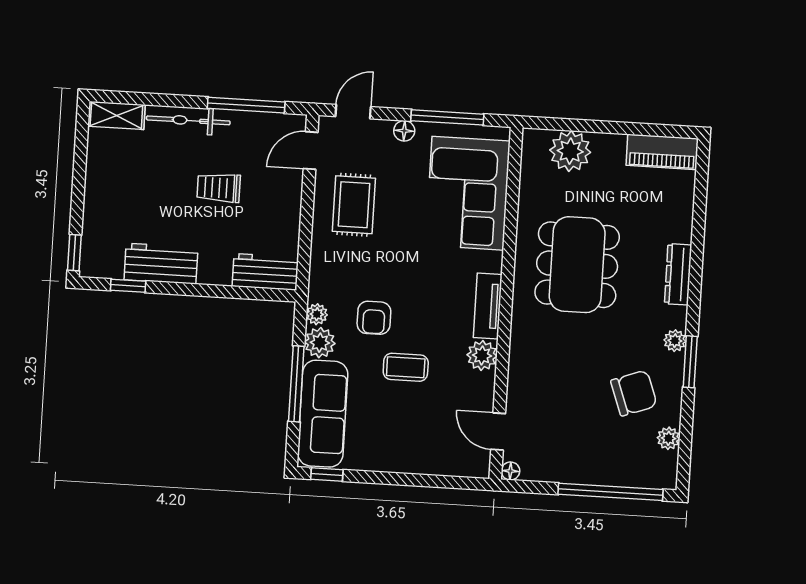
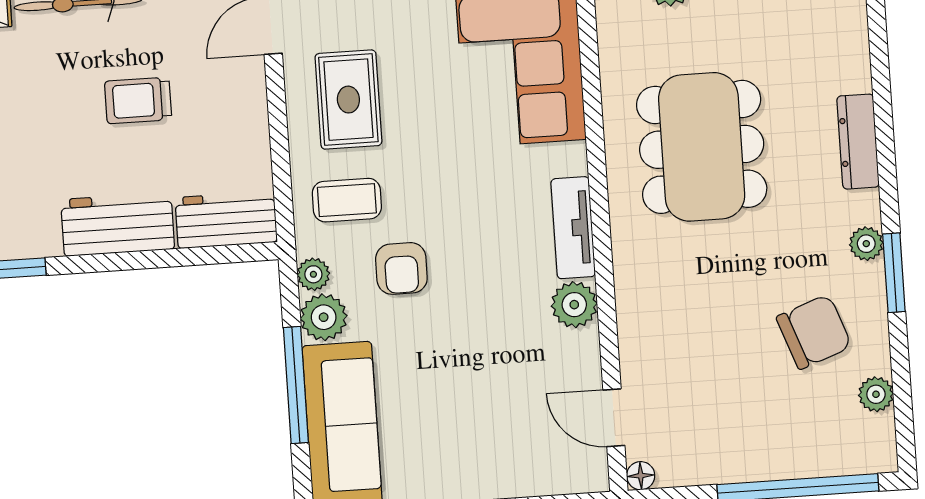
workbench: (161, 264) -> (118, 224), moved
coffee table: (406, 367) -> (347, 200), moved

